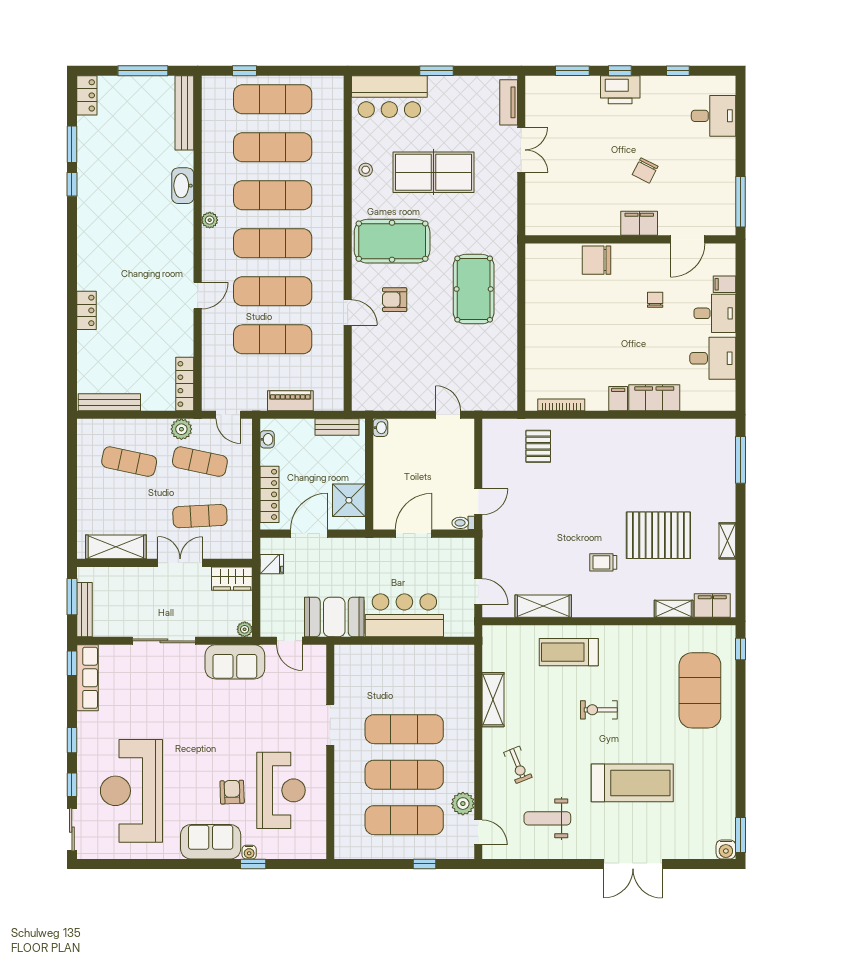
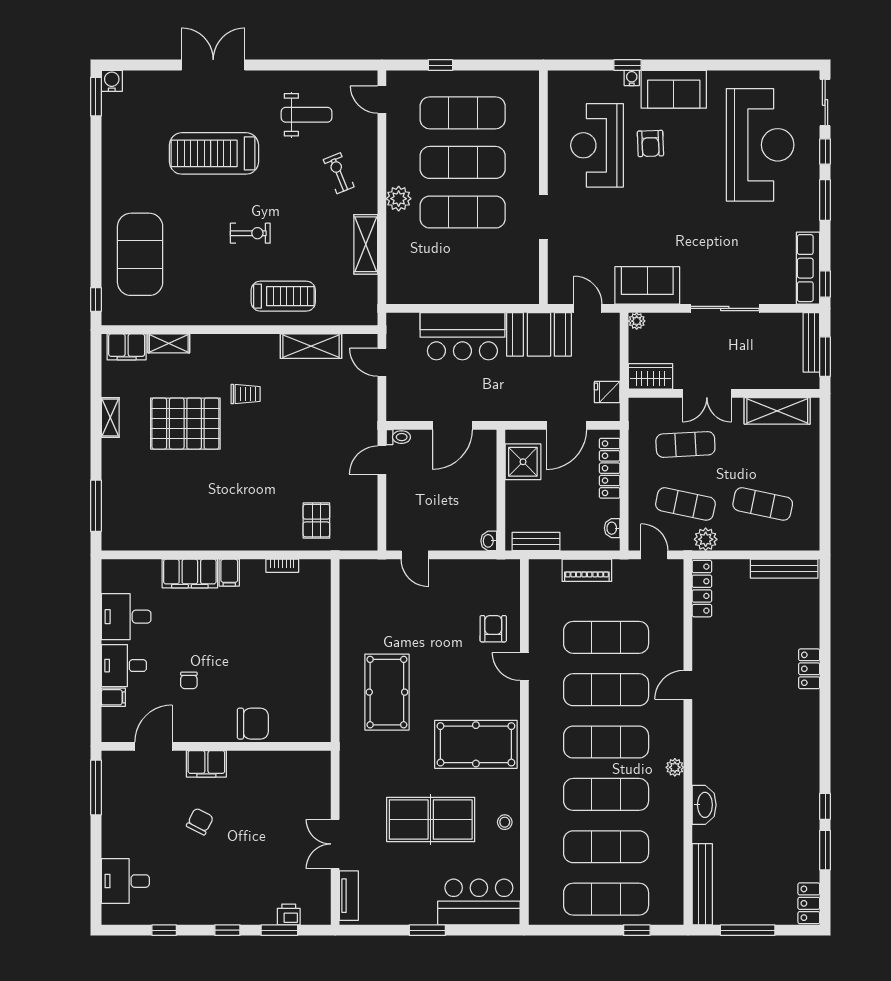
printer: (620, 90) -> (289, 914), moved, width x0.53, depth x0.68
armchair: (395, 300) -> (493, 629), moved, turned -90
bookcase: (561, 405) -> (282, 566), width x0.64
window: (72, 740) -> (825, 200), width x1.50
plant: (463, 804) -> (399, 199), moved

